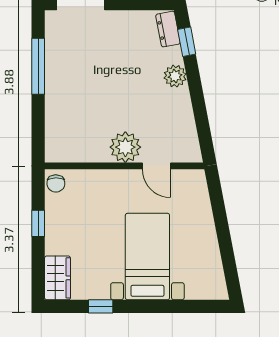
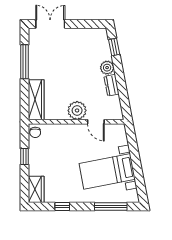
dresser: (168, 29) -> (112, 85), moved
wardrobe: (58, 129) -> (36, 100), added
bed with nightstands: (147, 257) -> (107, 171), moved, turned -101
window: (181, 306) -> (111, 207), added

